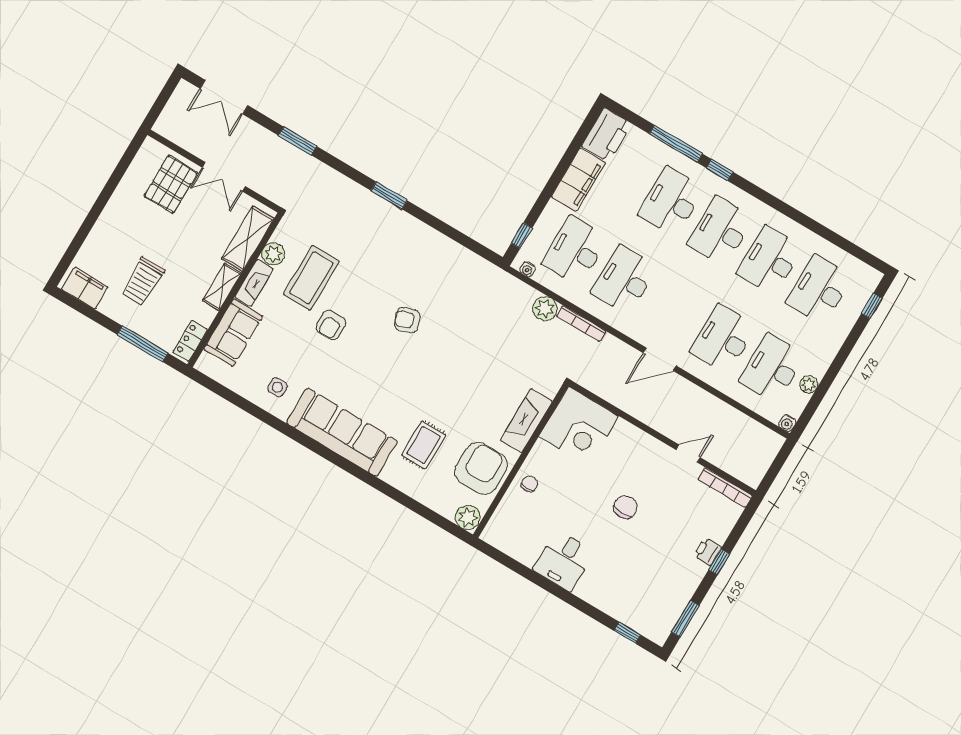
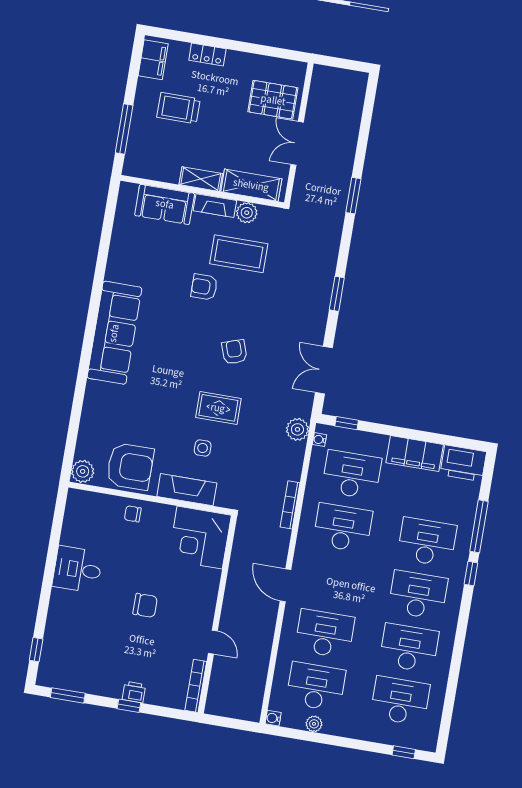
double door: (224, 97) -> (324, 370), moved
plant: (545, 309) -> (297, 429), moved
locker: (190, 341) -> (207, 54), moved, turned 180
side table: (277, 387) -> (203, 448), moved
rug: (424, 445) -> (218, 408), moved
chair: (529, 484) -> (133, 514), turned 180

